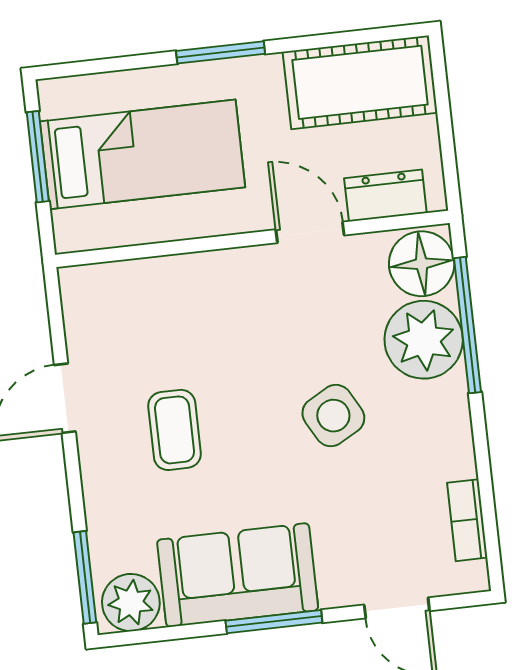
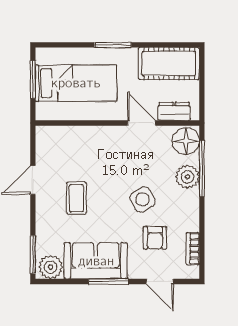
plant: (424, 340) -> (187, 177), width x0.73, depth x0.73
armchair: (373, 504) -> (155, 238), added

